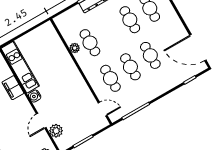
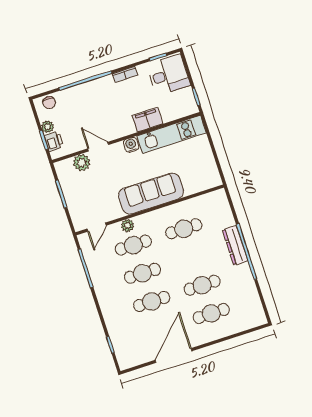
plant: (75, 48) -> (128, 225), moved
door: (198, 48) -> (174, 356), moved
sofa: (68, 73) -> (151, 194), added

